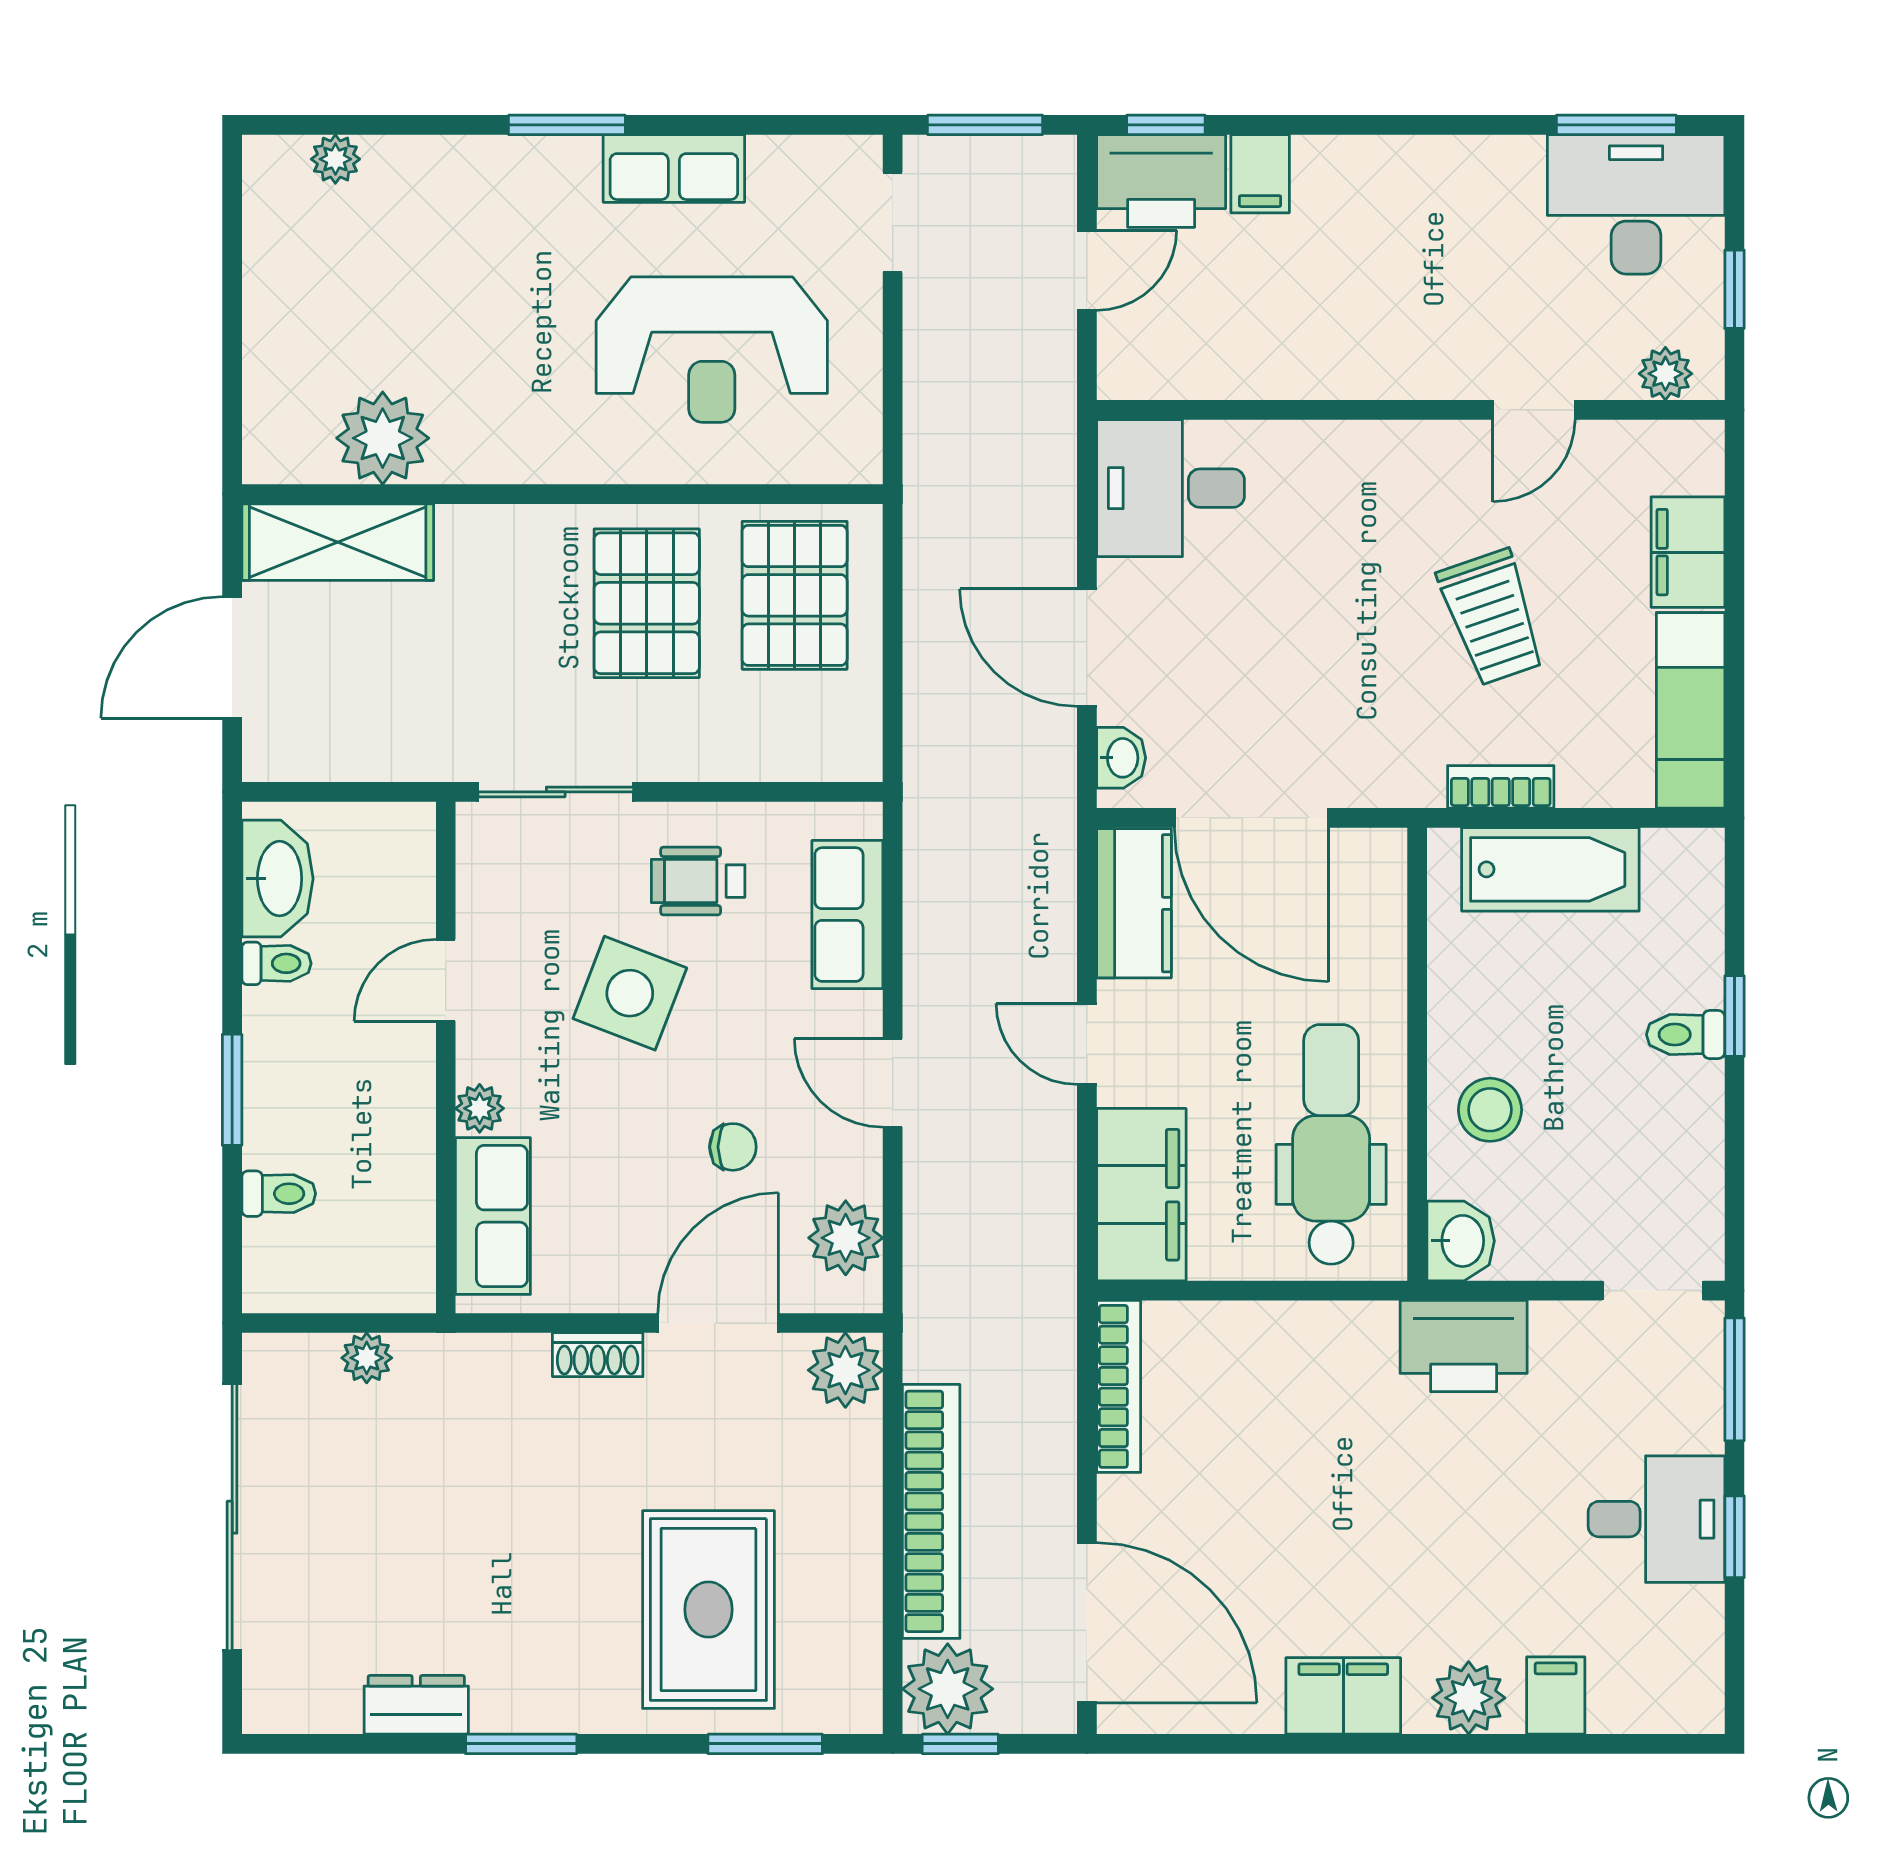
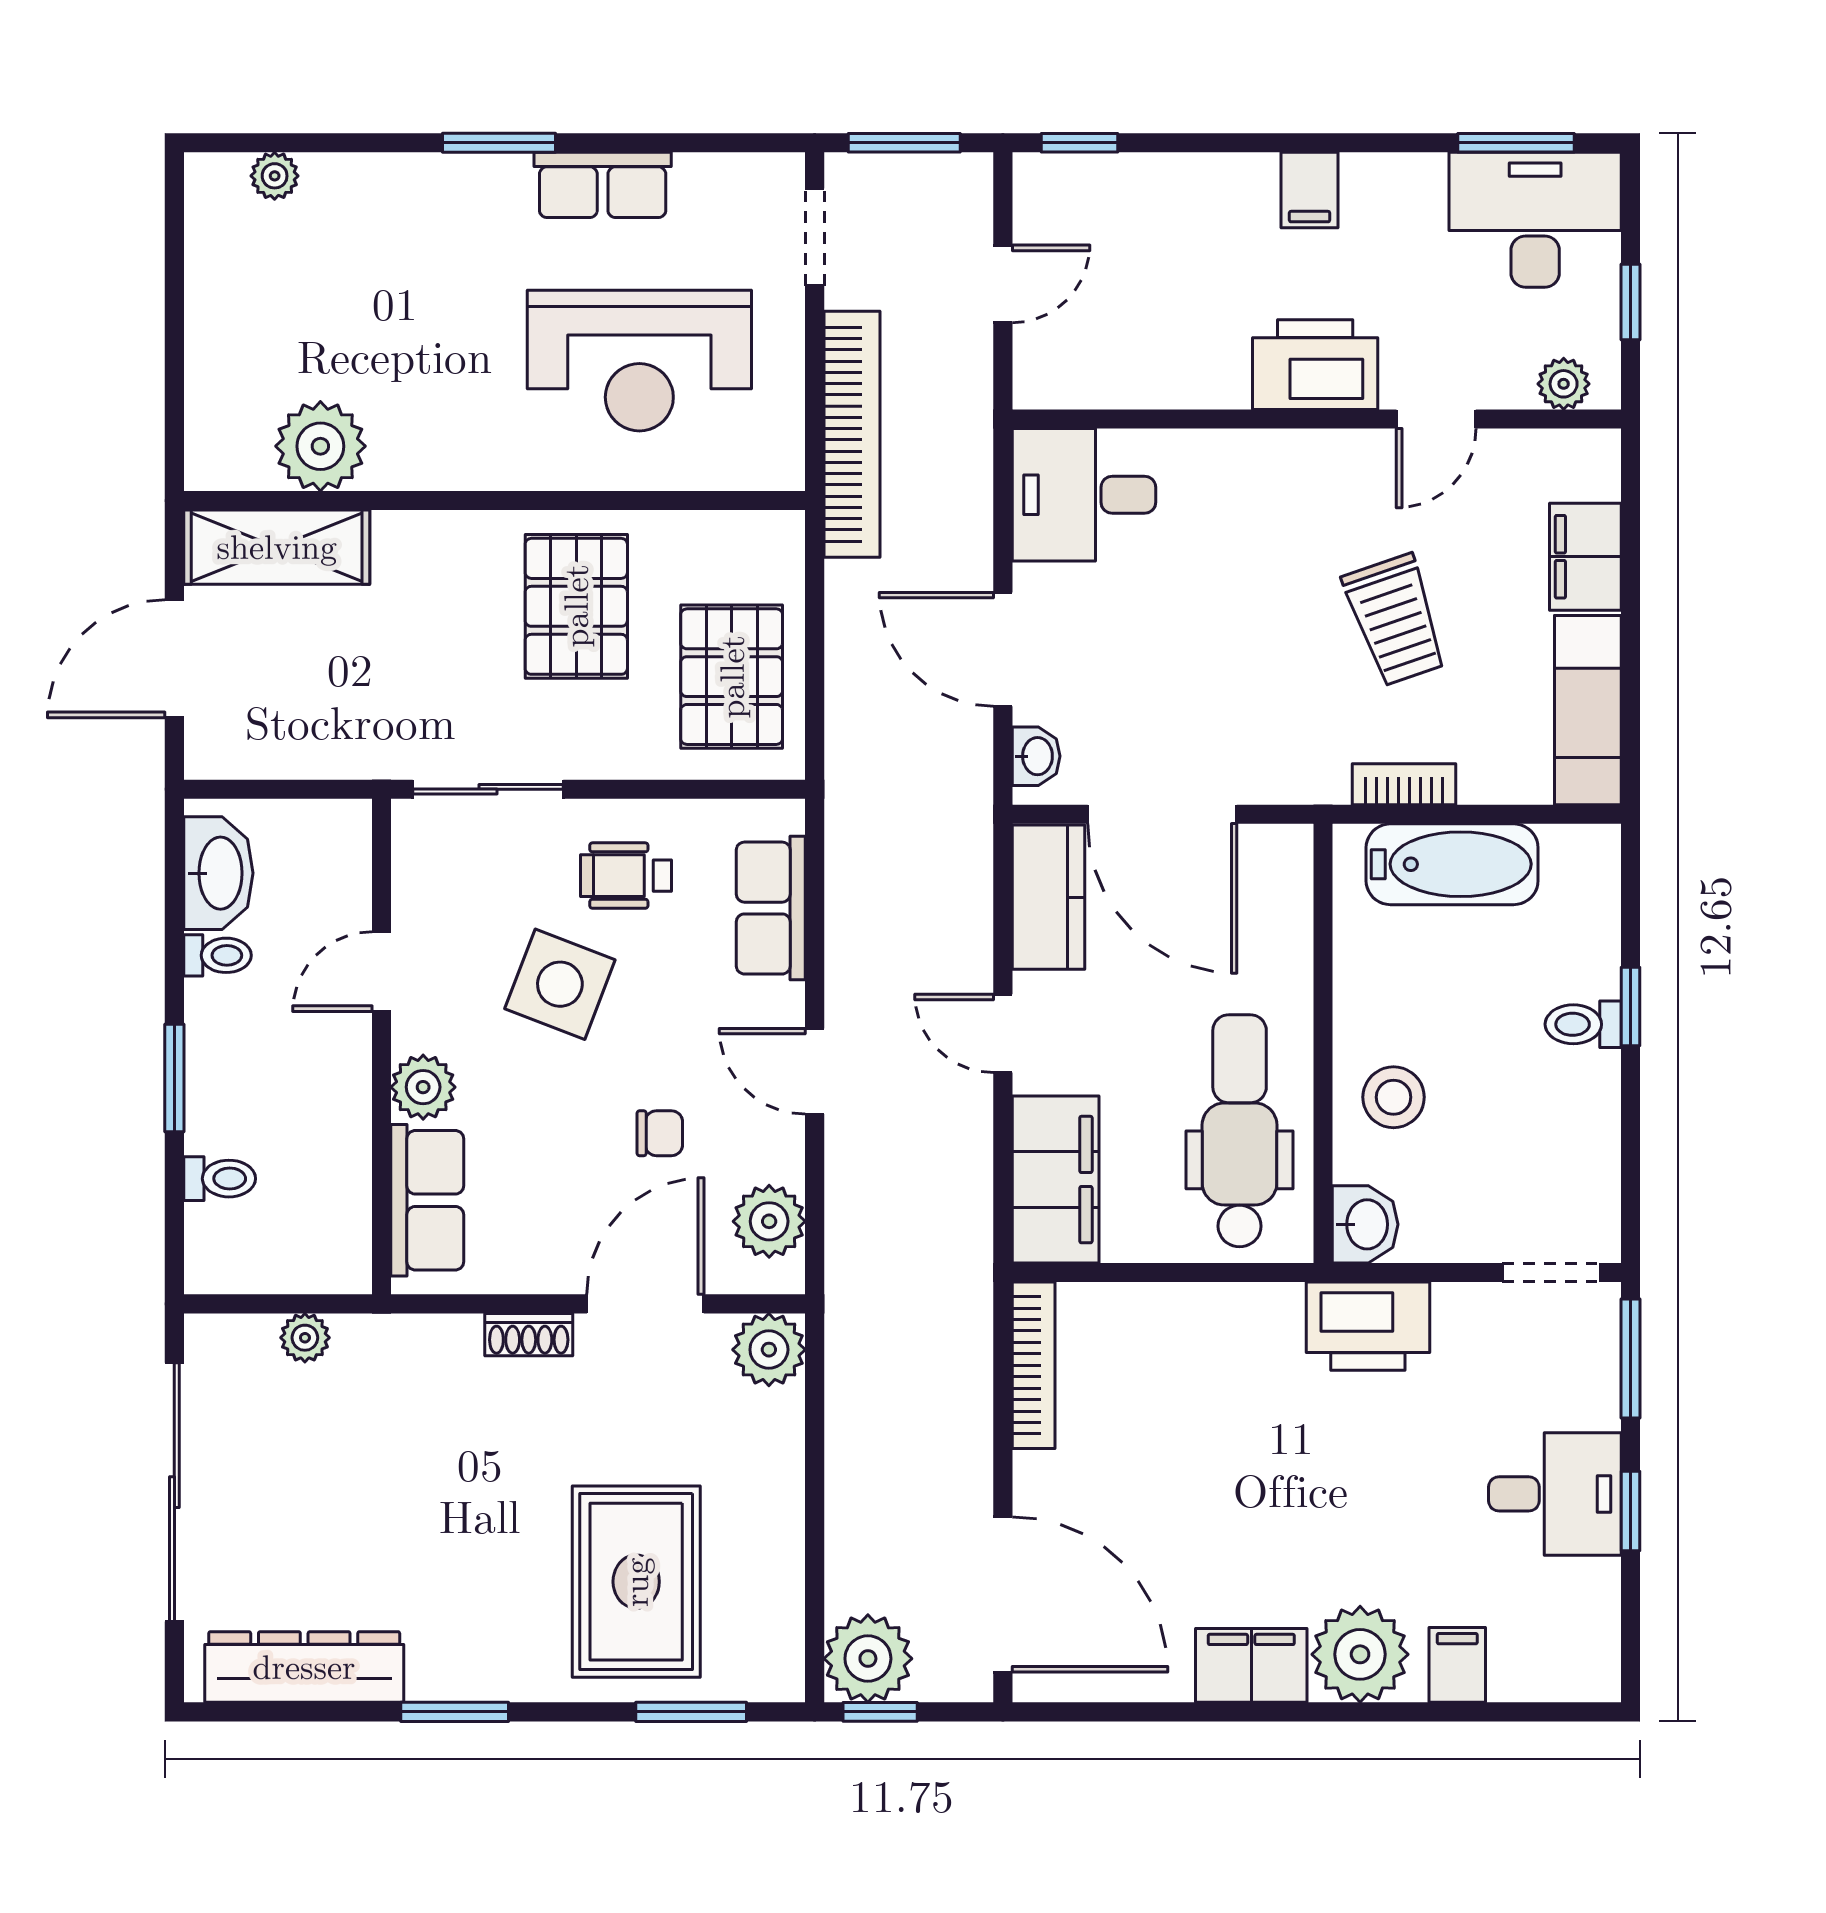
filing cabinet: (1260, 174) -> (1310, 190), moved
printer: (1161, 181) -> (1315, 365), moved, turned 180
pallet: (795, 595) -> (732, 677), moved
plant: (480, 1108) -> (423, 1087), width x1.38, depth x1.38
bookcase: (931, 1511) -> (852, 434), moved
plant: (1469, 1698) -> (1360, 1654), width x1.36, depth x1.36
dresser: (416, 1705) -> (304, 1667), width x1.96, depth x1.24

